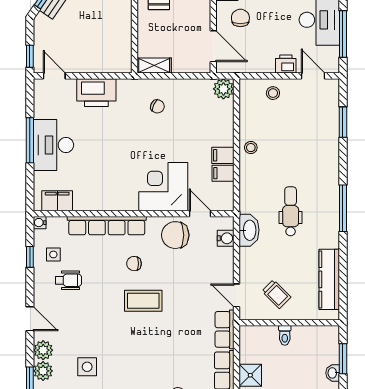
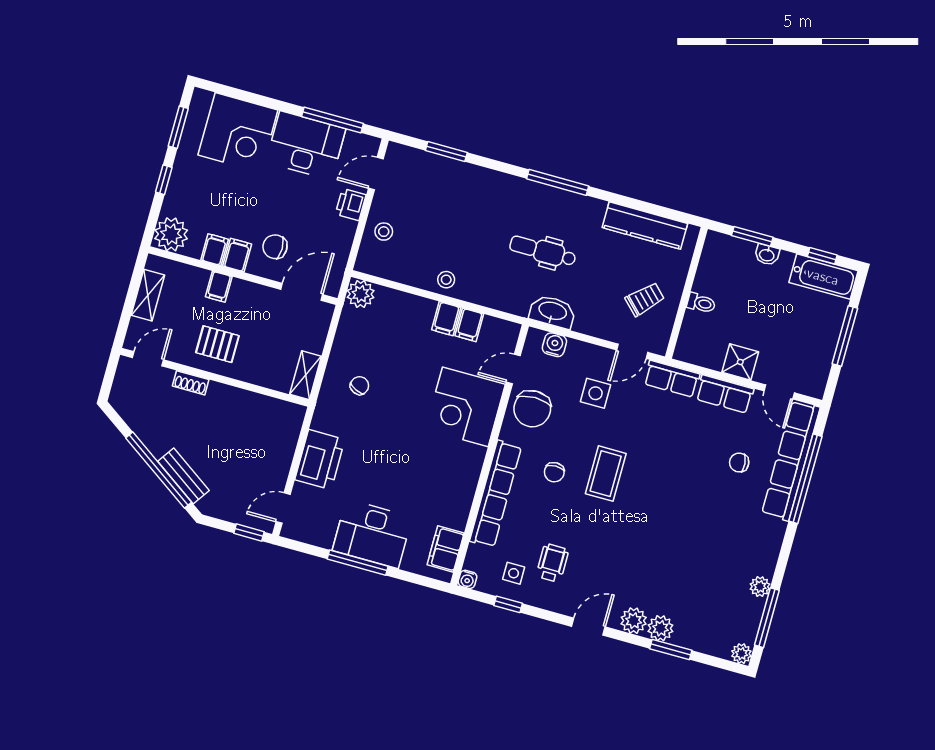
side table: (87, 367) -> (596, 393), moved

